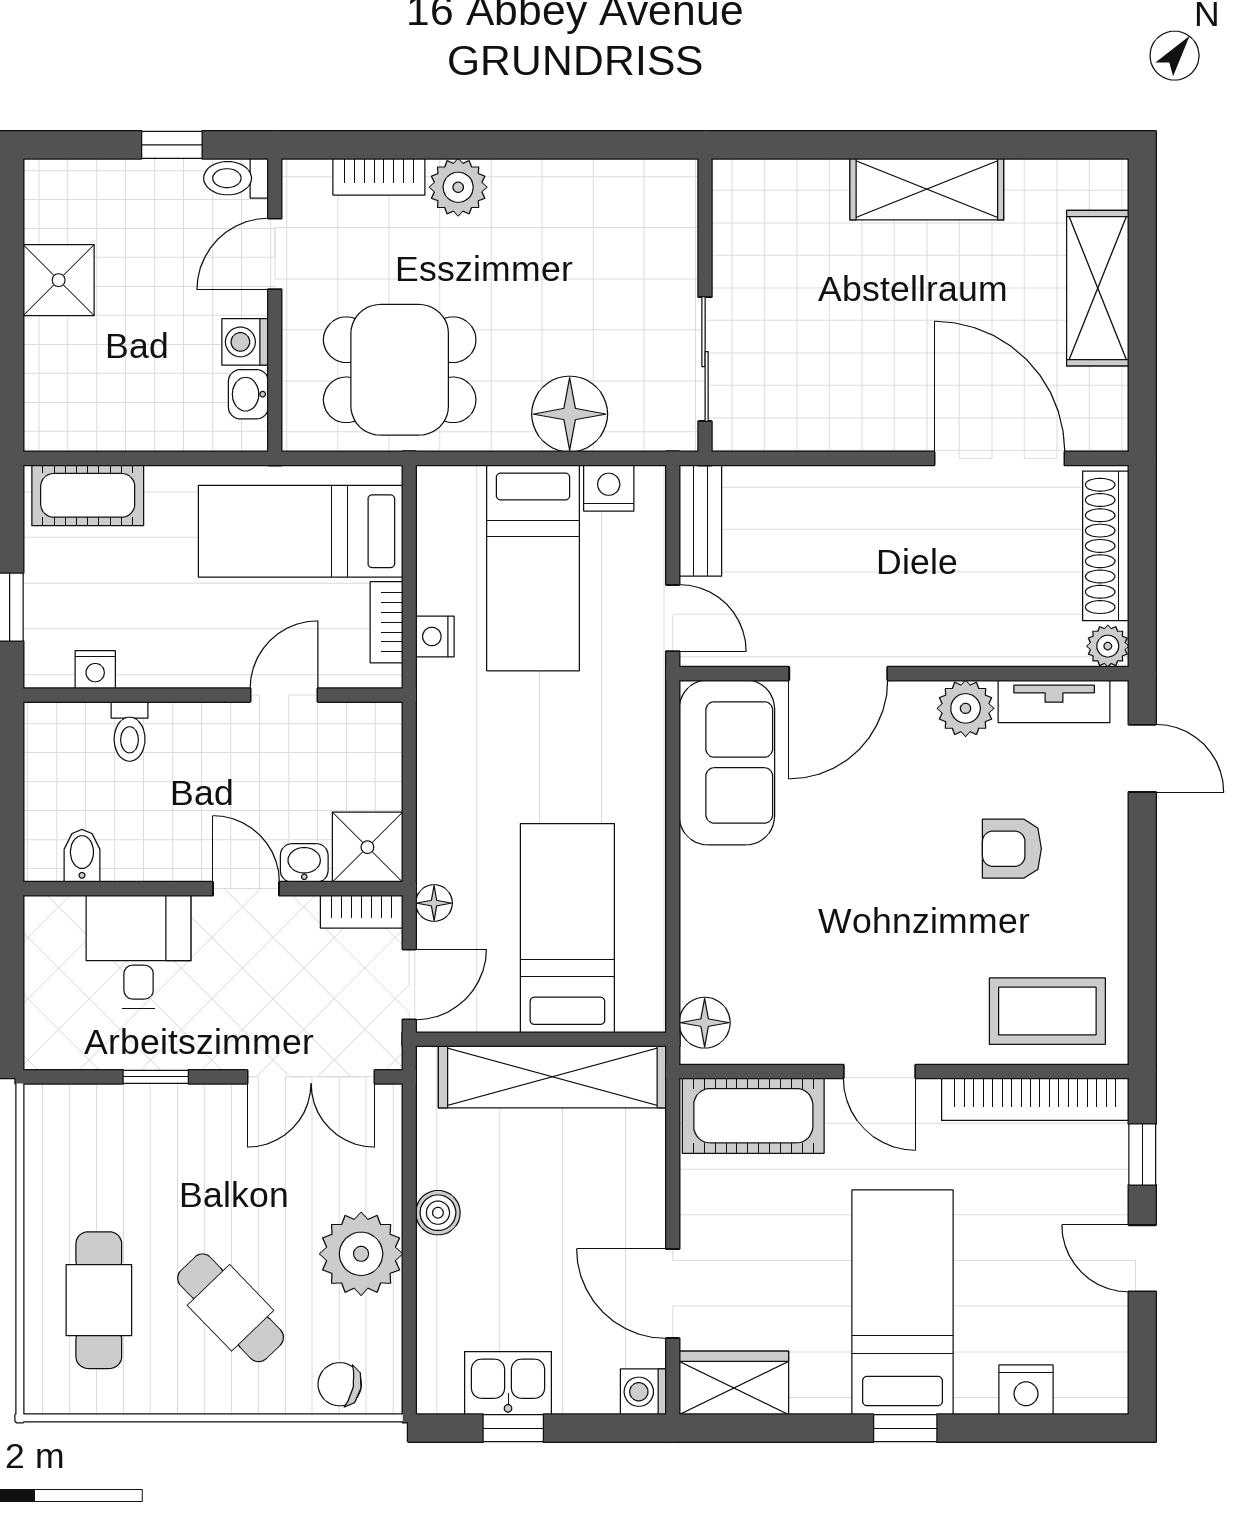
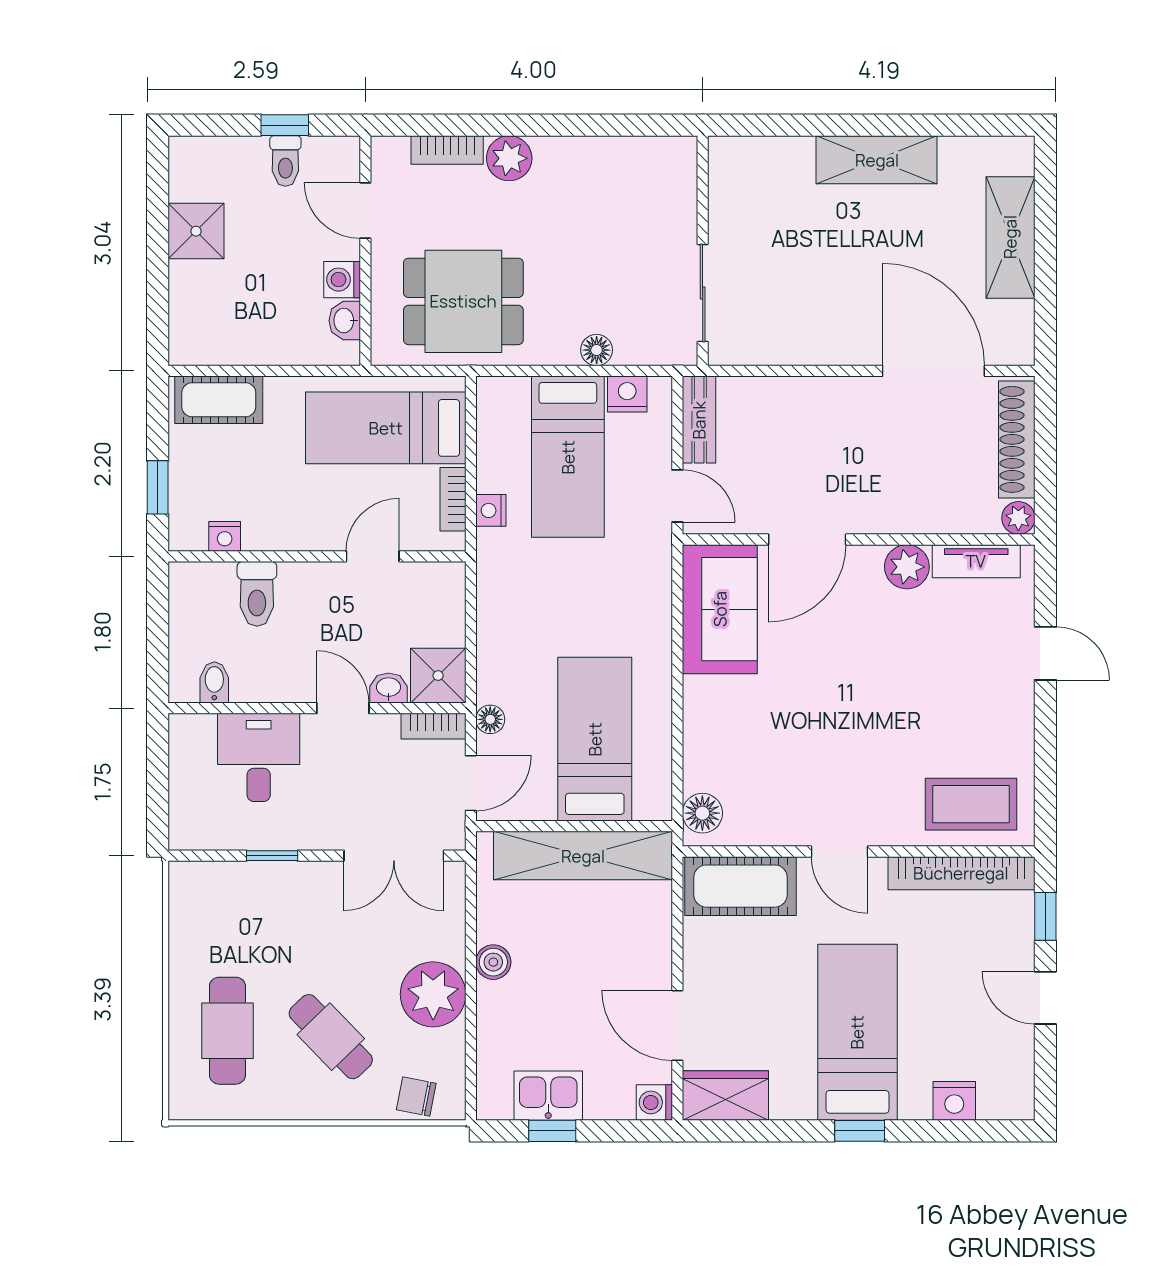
toilet: (236, 178) -> (285, 161), moved, turned -90
door: (275, 254) -> (365, 211), hinge flipped
floor lamp: (570, 414) -> (597, 350), width x0.53, depth x0.53
toilet: (130, 731) -> (257, 594), width x1.37, depth x1.39
door: (1142, 758) -> (1045, 653), moved
armchair: (1012, 849) -> (943, 677), removed

